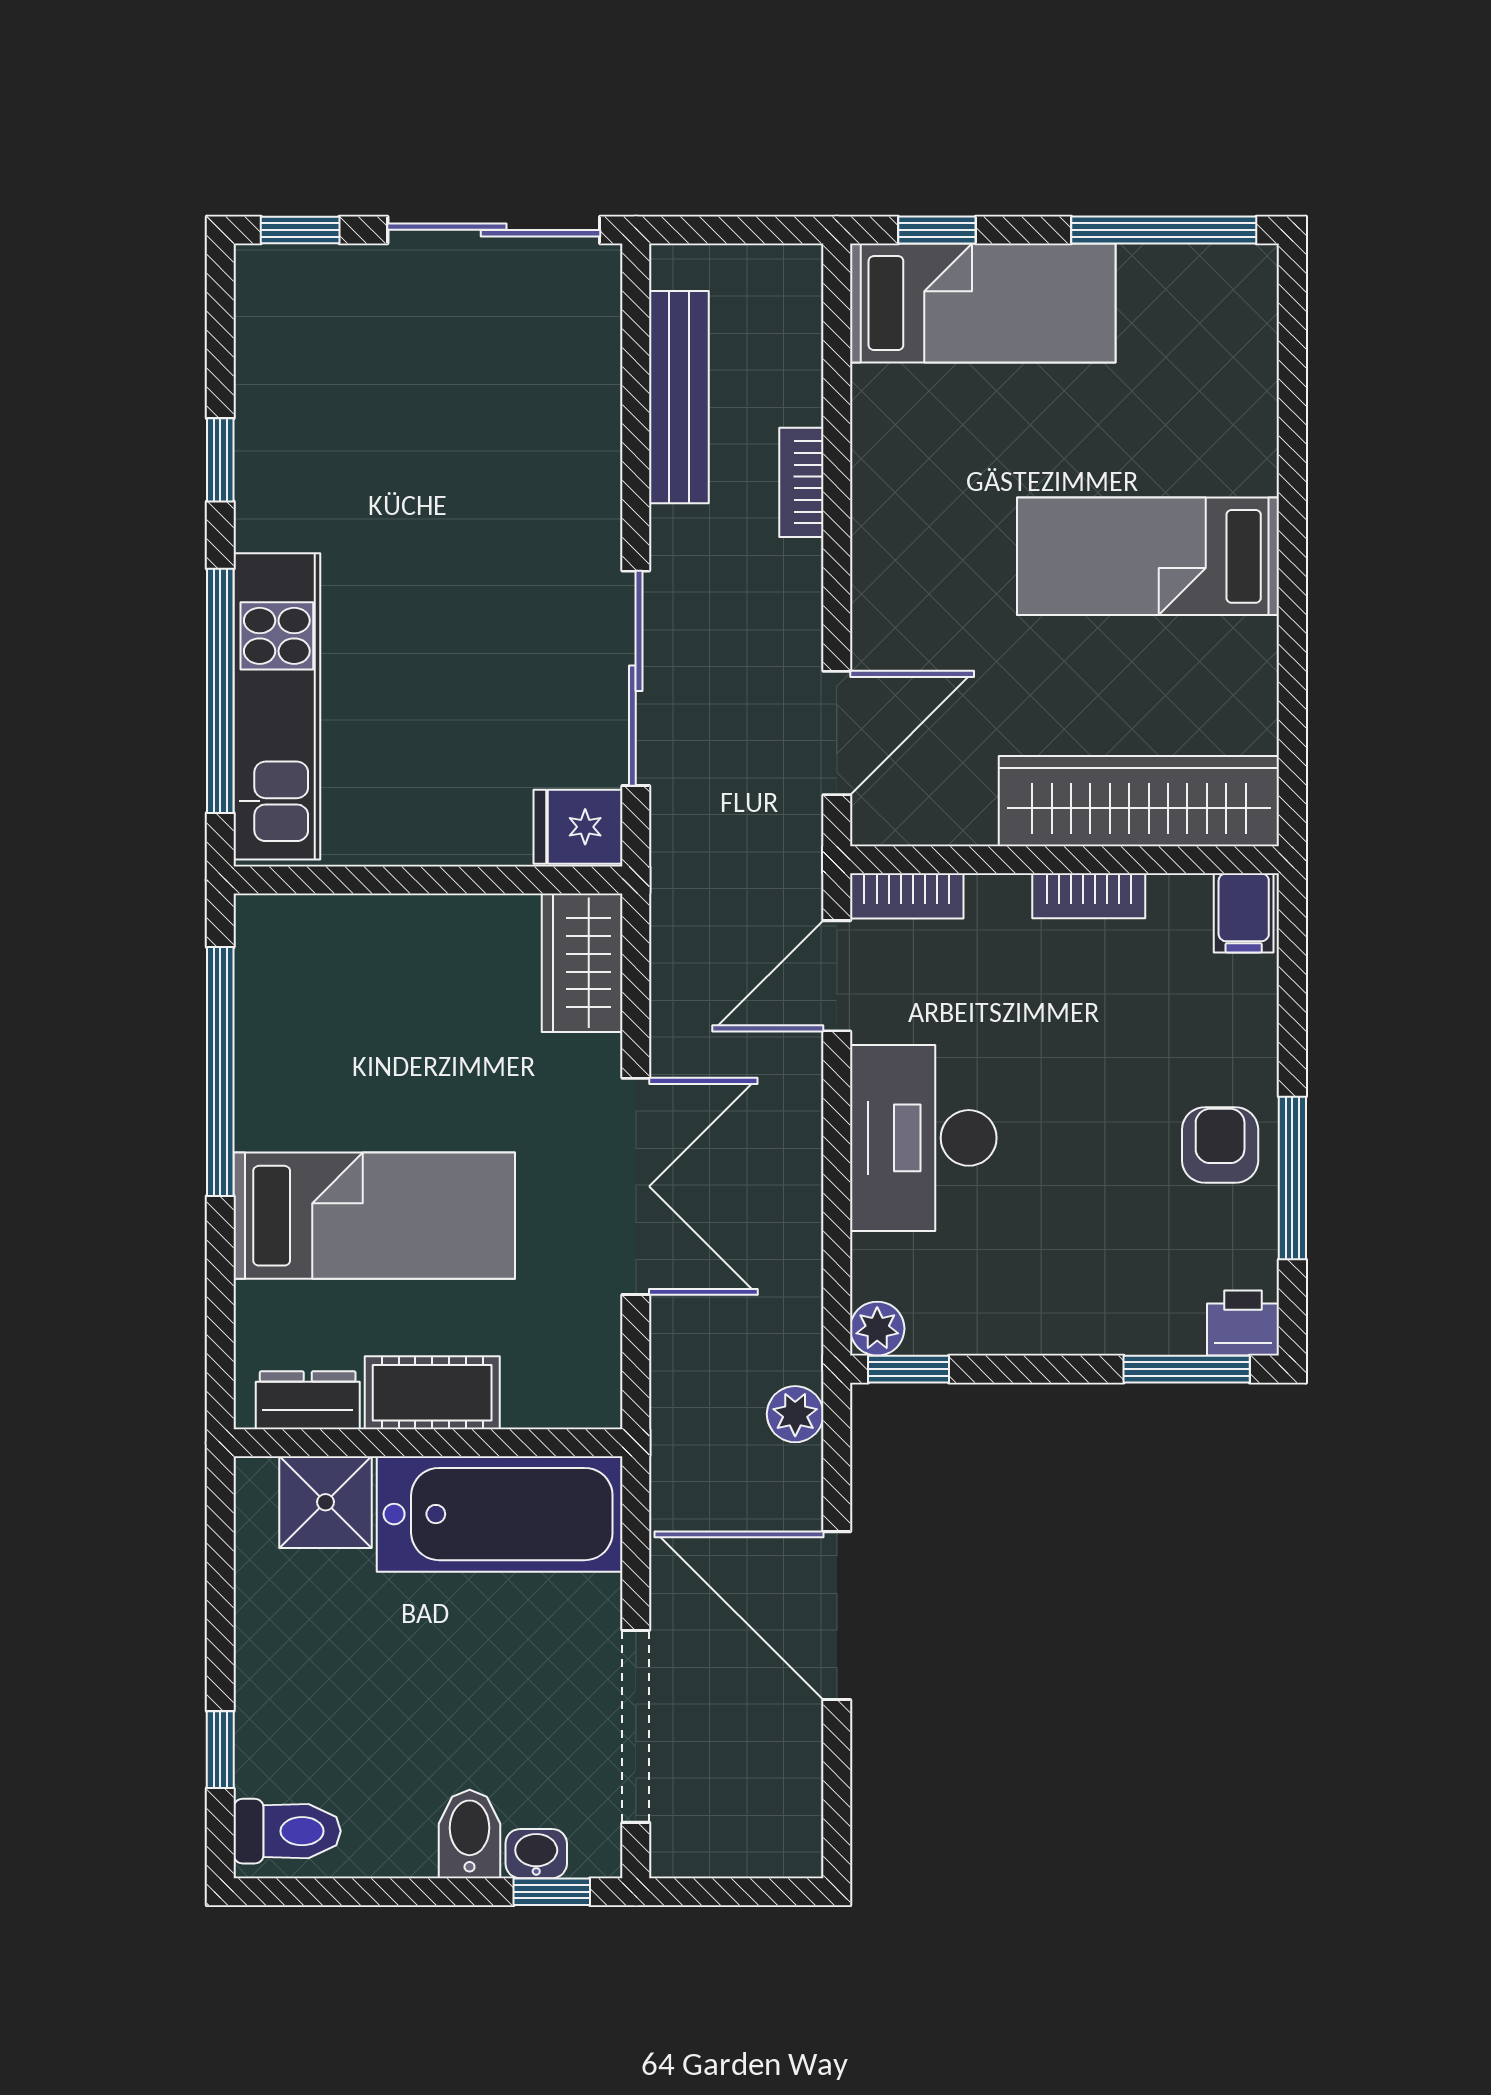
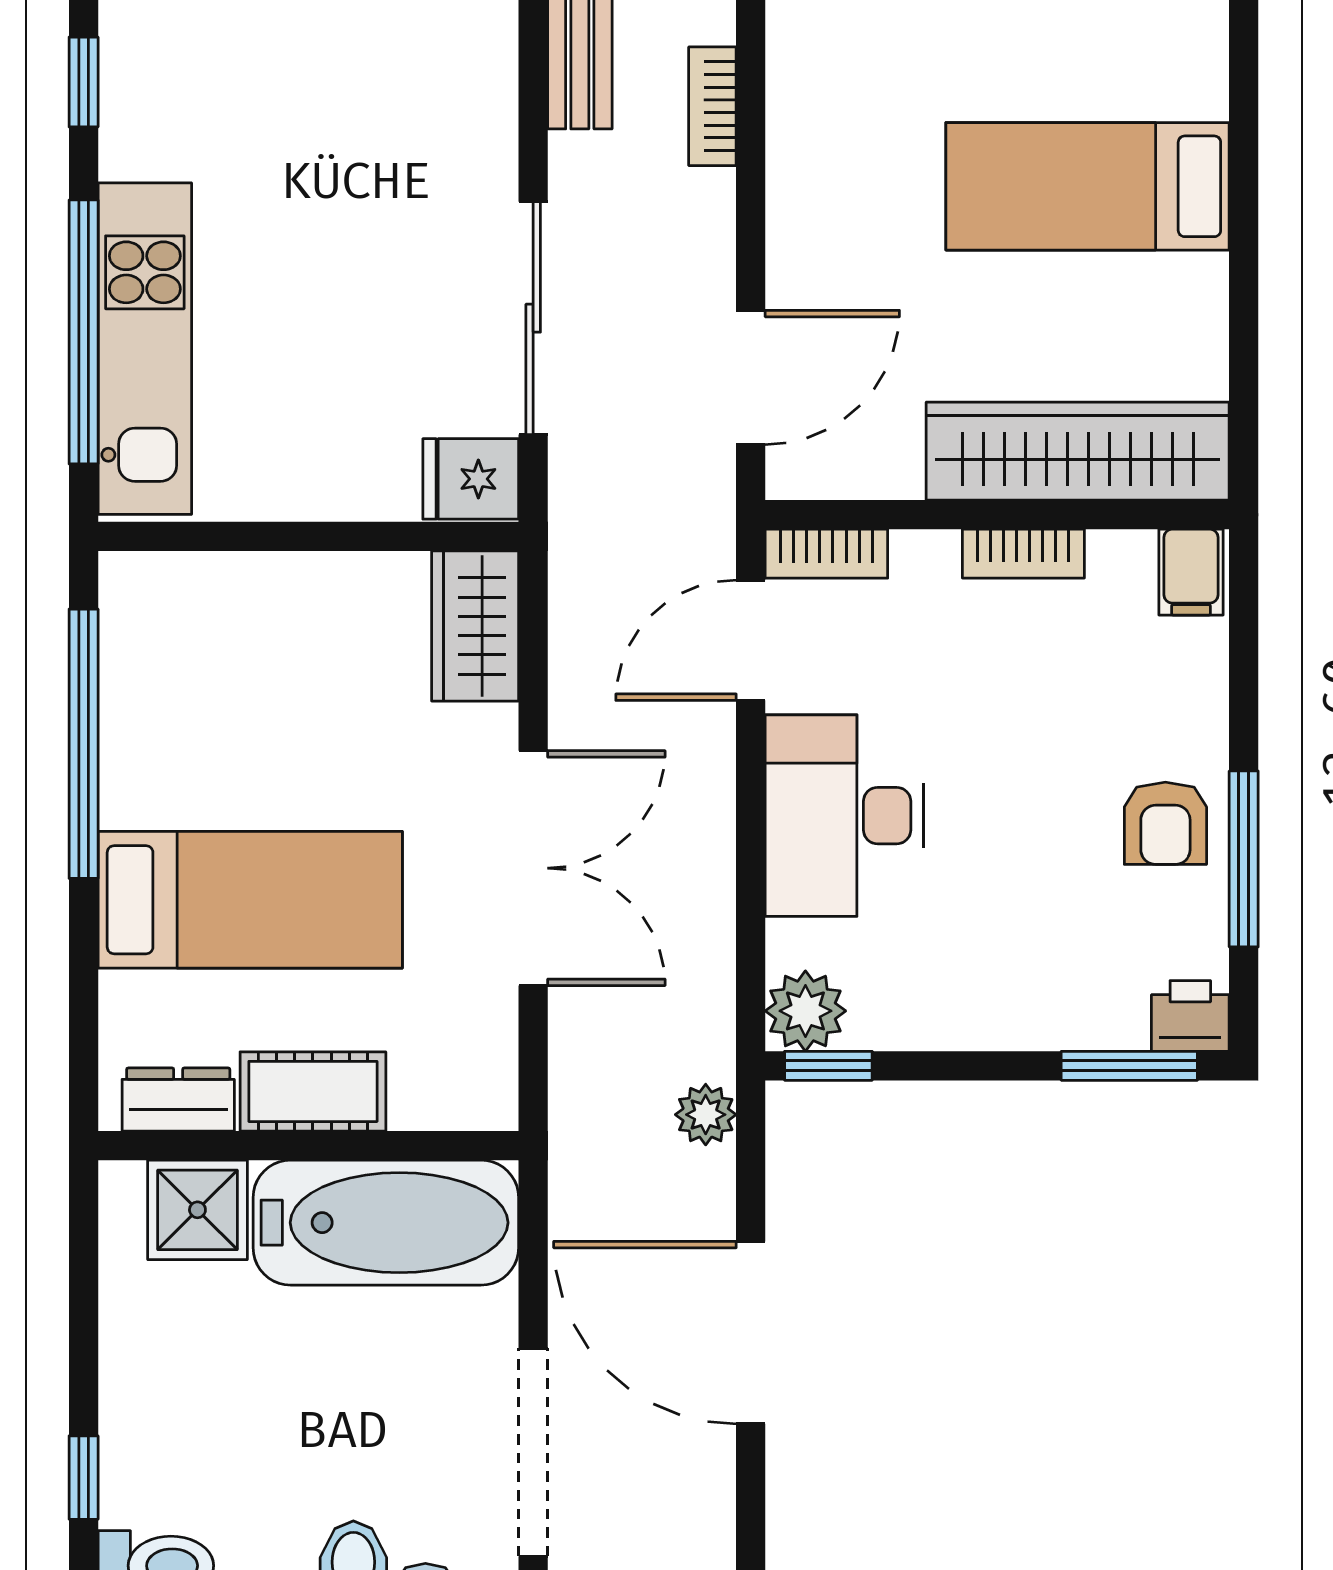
armchair: (1220, 1145) -> (1165, 823), turned 180
plant: (877, 1329) -> (805, 1011), width x1.38, depth x1.38

